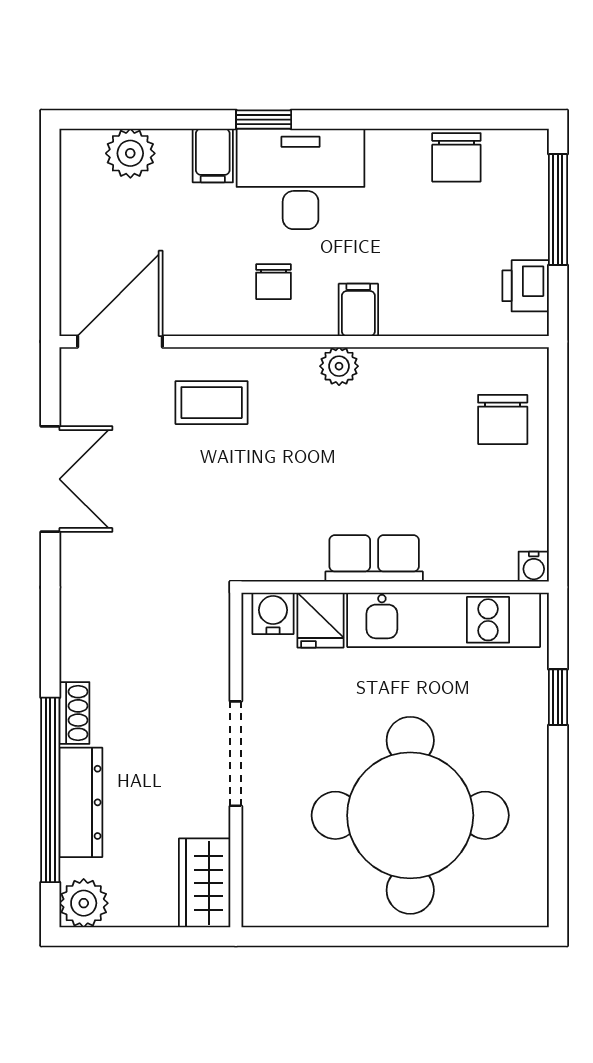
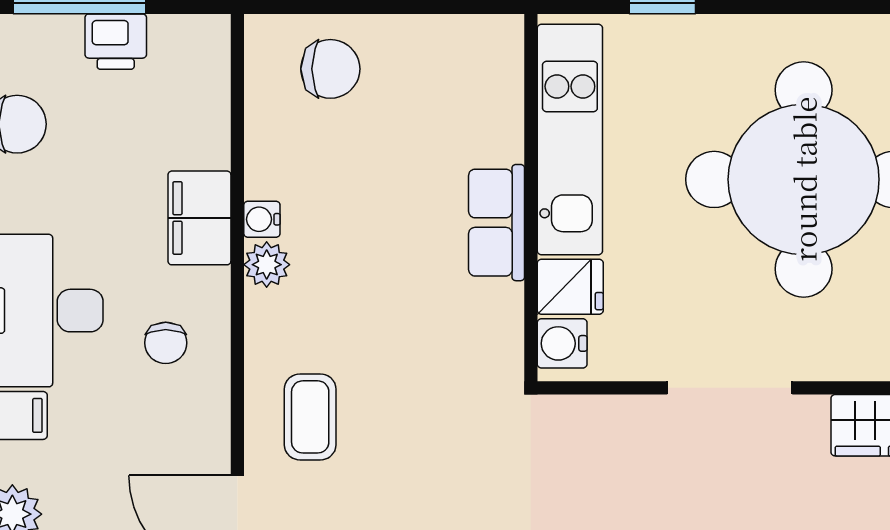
chair: (273, 282) -> (166, 343), turned 90
printer: (526, 286) -> (116, 42), moved
filing cabinet: (358, 310) -> (199, 218), width x2.00
water cooler: (534, 567) -> (262, 219), moved, turned 180

